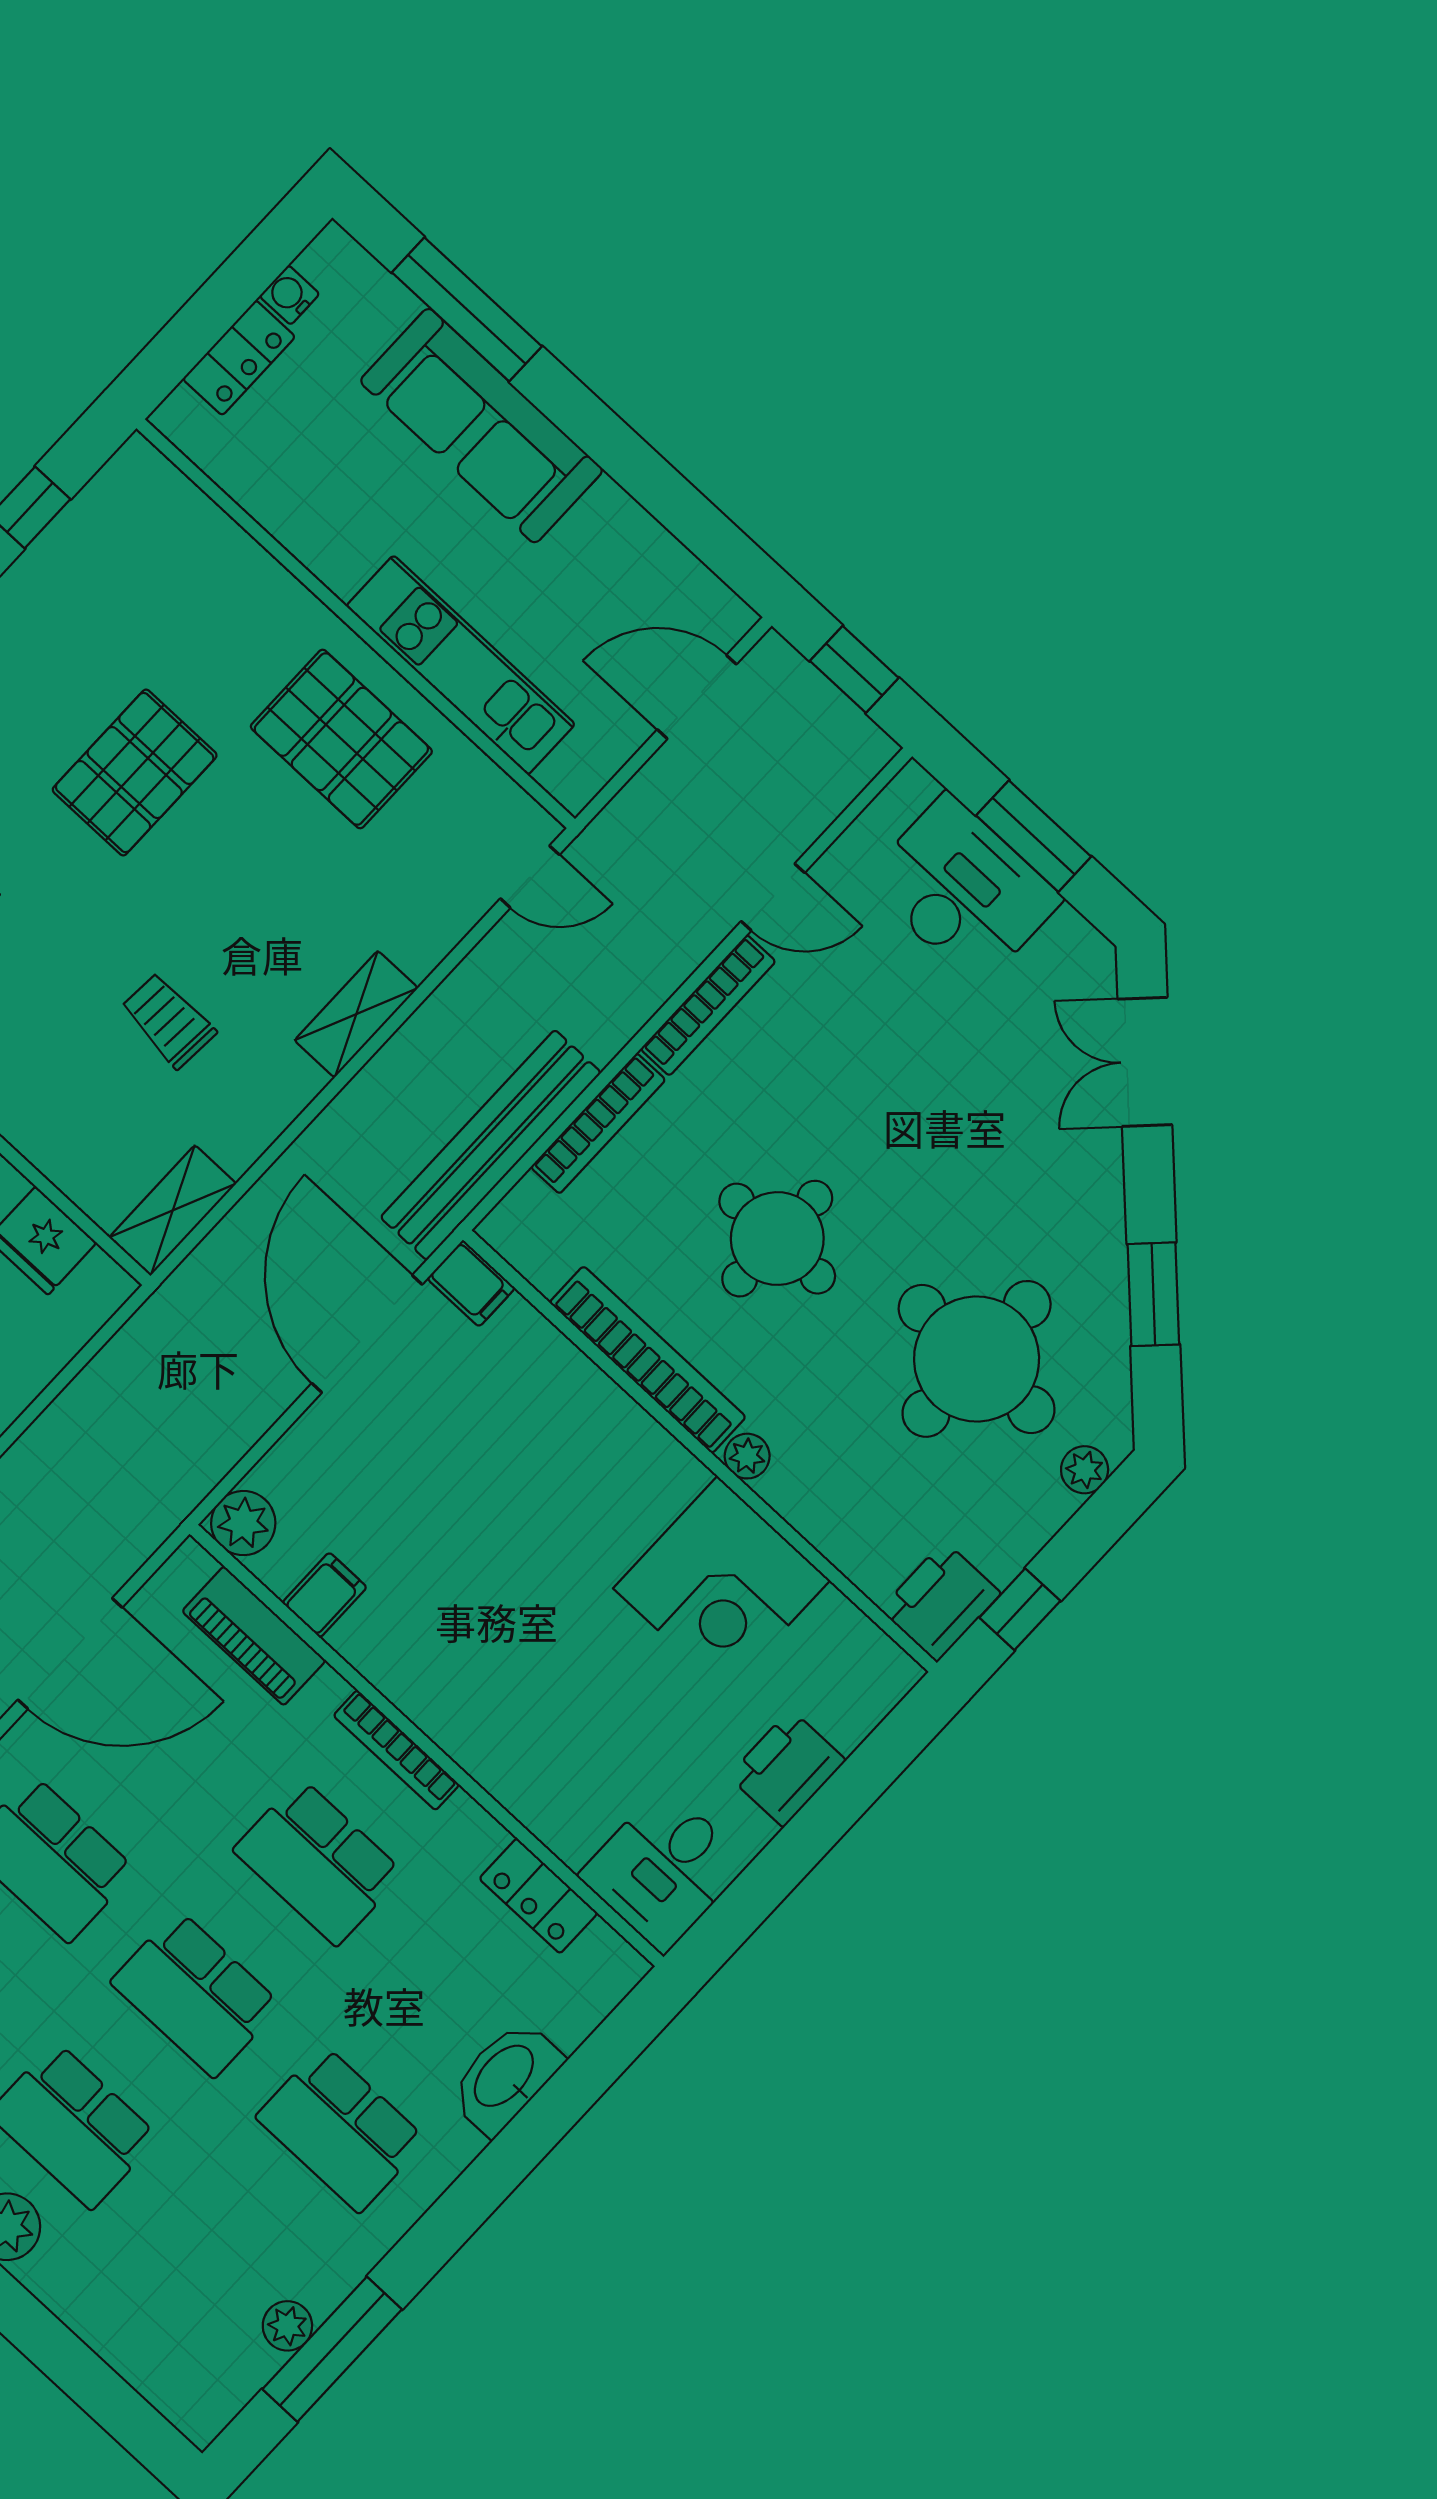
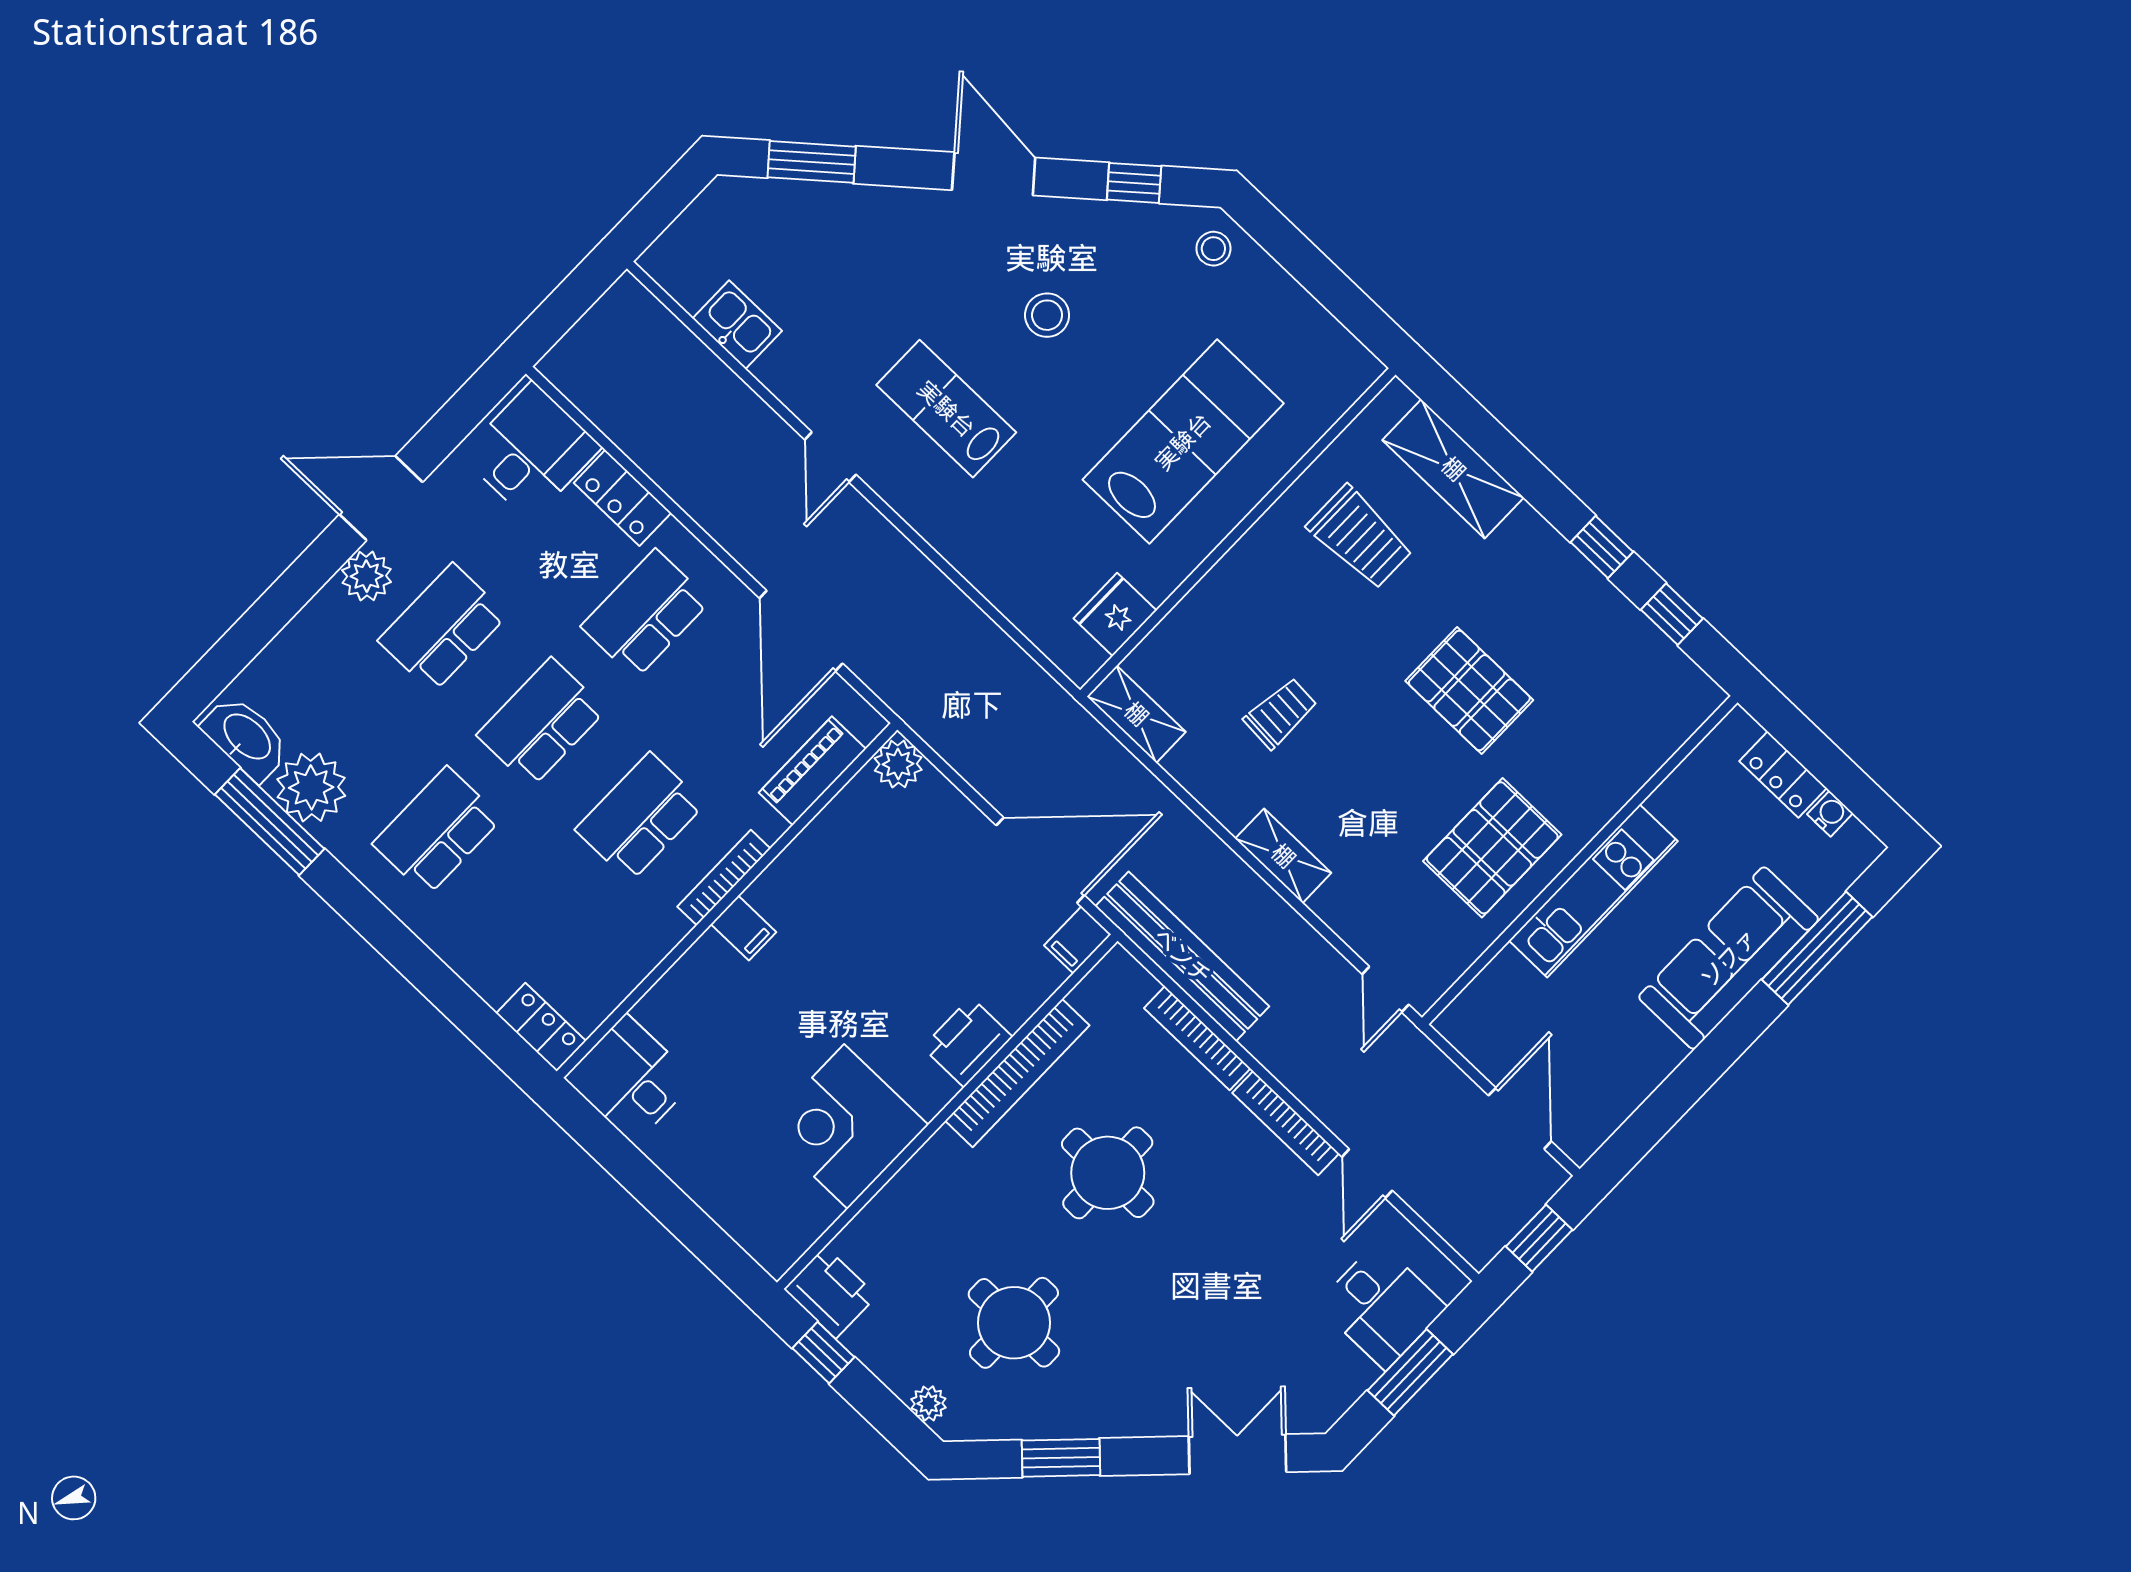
kitchen unit: (461, 665) -> (1593, 891), moved
desk: (963, 890) -> (1382, 1306), width x0.73
round table: (977, 1359) -> (1014, 1323), width x0.73, depth x0.73
plant: (747, 1456) -> (943, 1147), removed
filing cabinet: (325, 1595) -> (744, 928), moved
printer: (787, 1768) -> (967, 1042), moved, turned -90
locker: (538, 1896) -> (541, 1027), moved, turned 90
washbasin: (505, 2077) -> (246, 738), moved
plant: (287, 2326) -> (311, 787), width x1.88, depth x1.88

